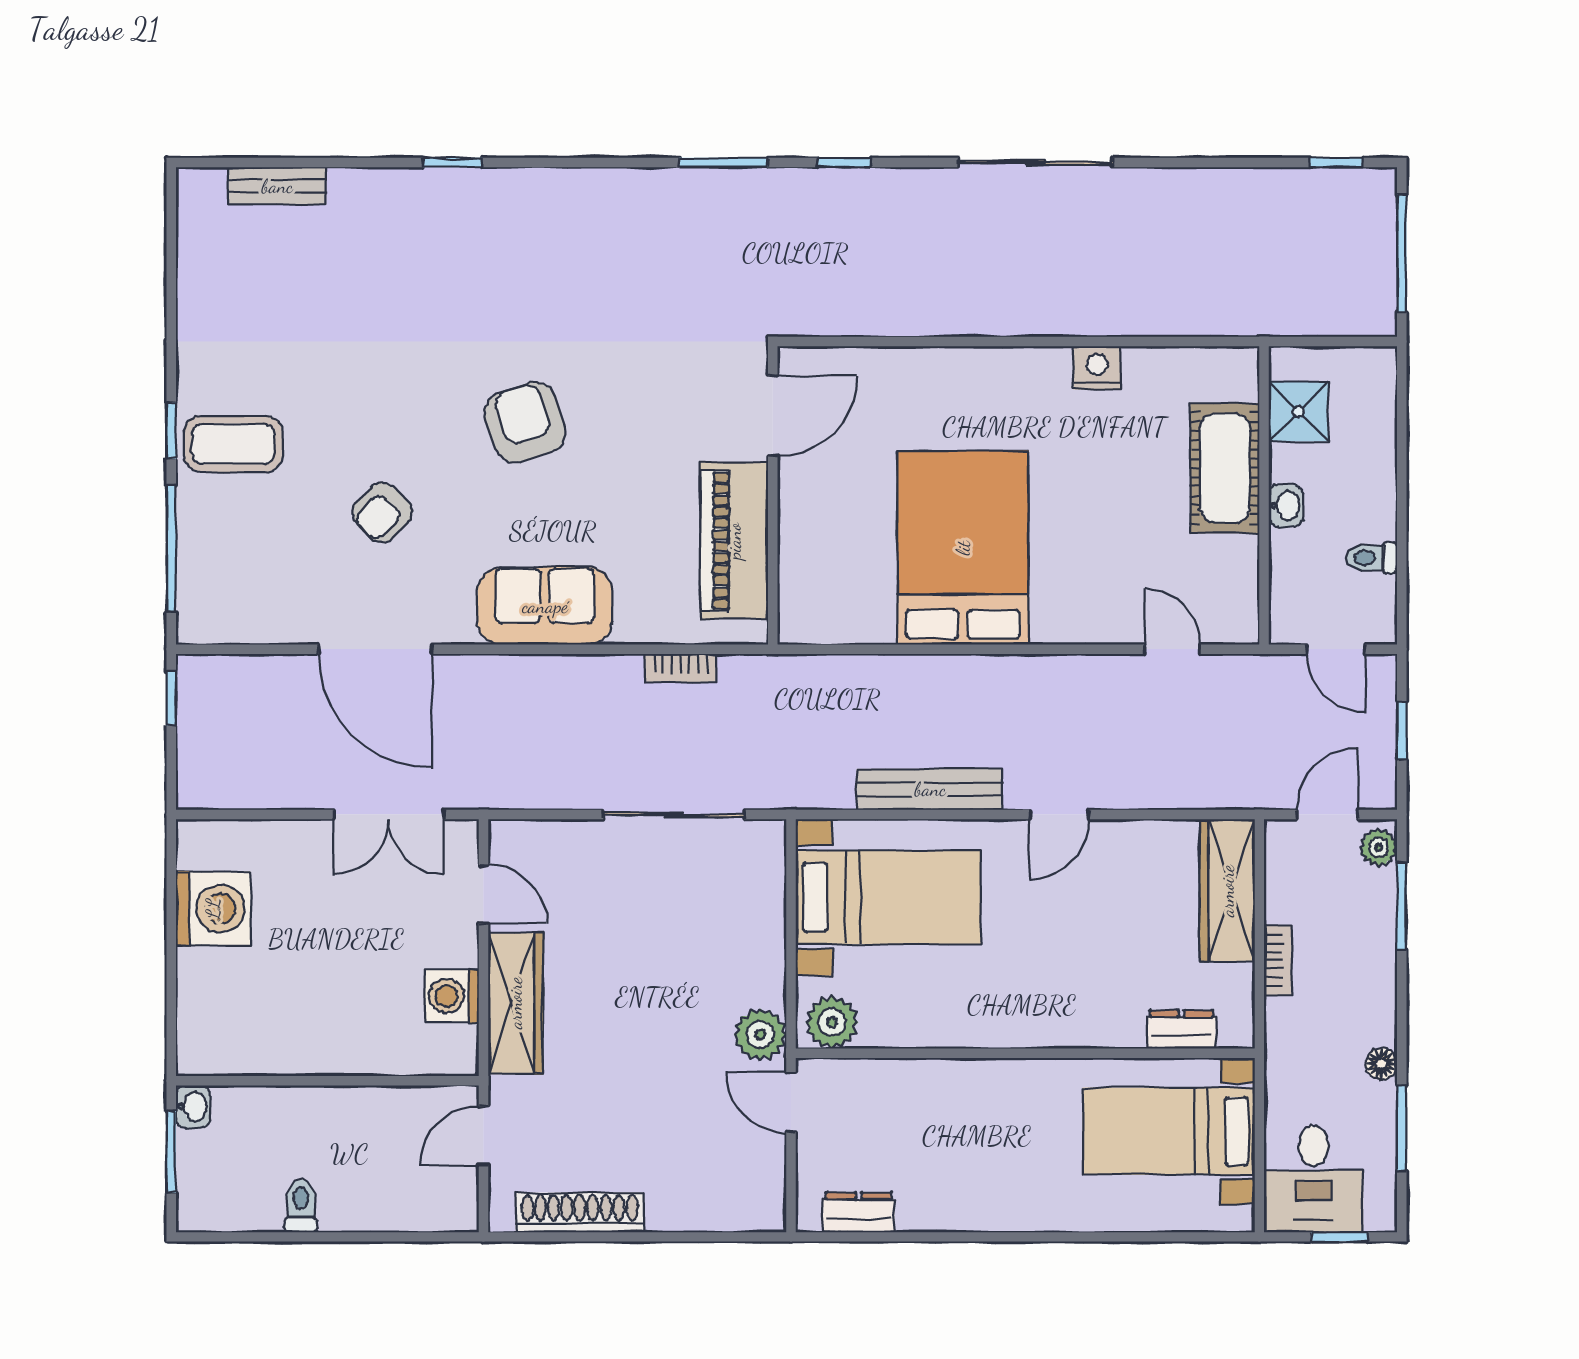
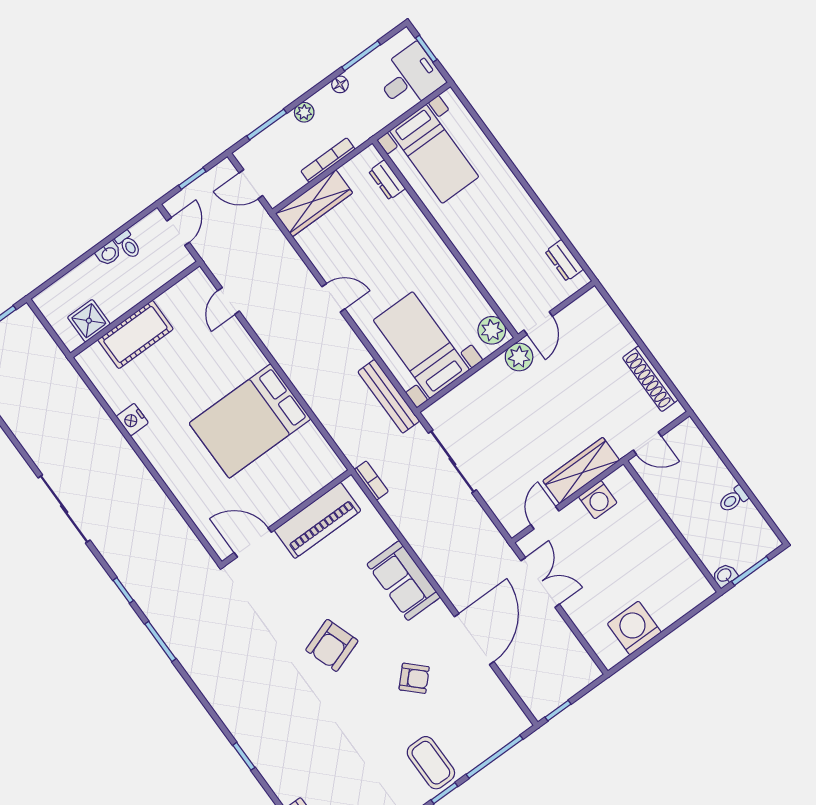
washbasin: (1286, 506) -> (108, 253), moved, turned 180
bookcase: (680, 668) -> (371, 481), moved
bench: (930, 789) -> (389, 396), moved
plant: (1379, 848) -> (304, 112), moved
bookcase: (1278, 960) -> (328, 160), width x1.56

